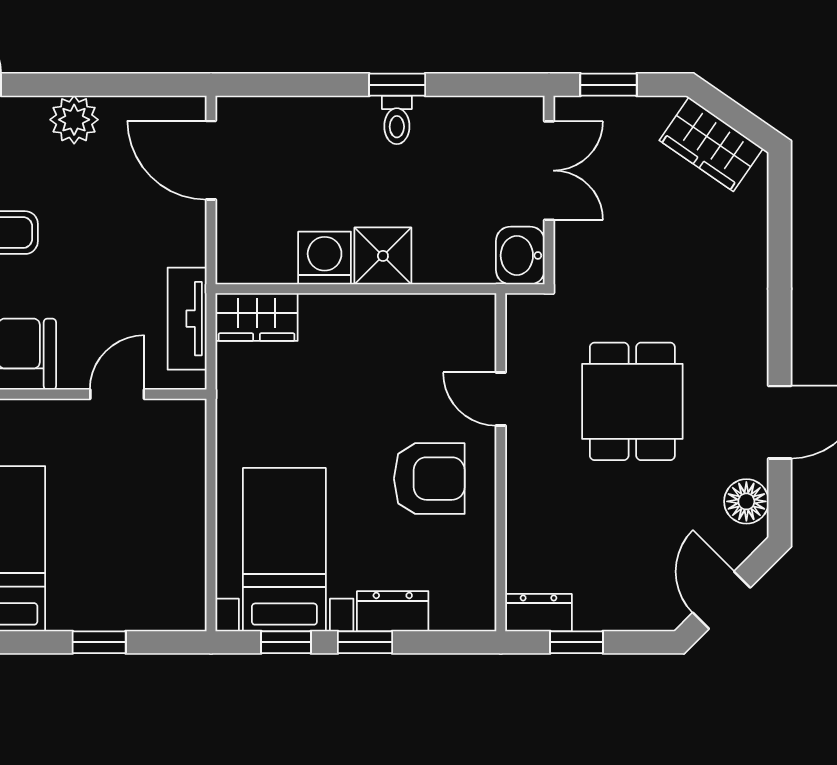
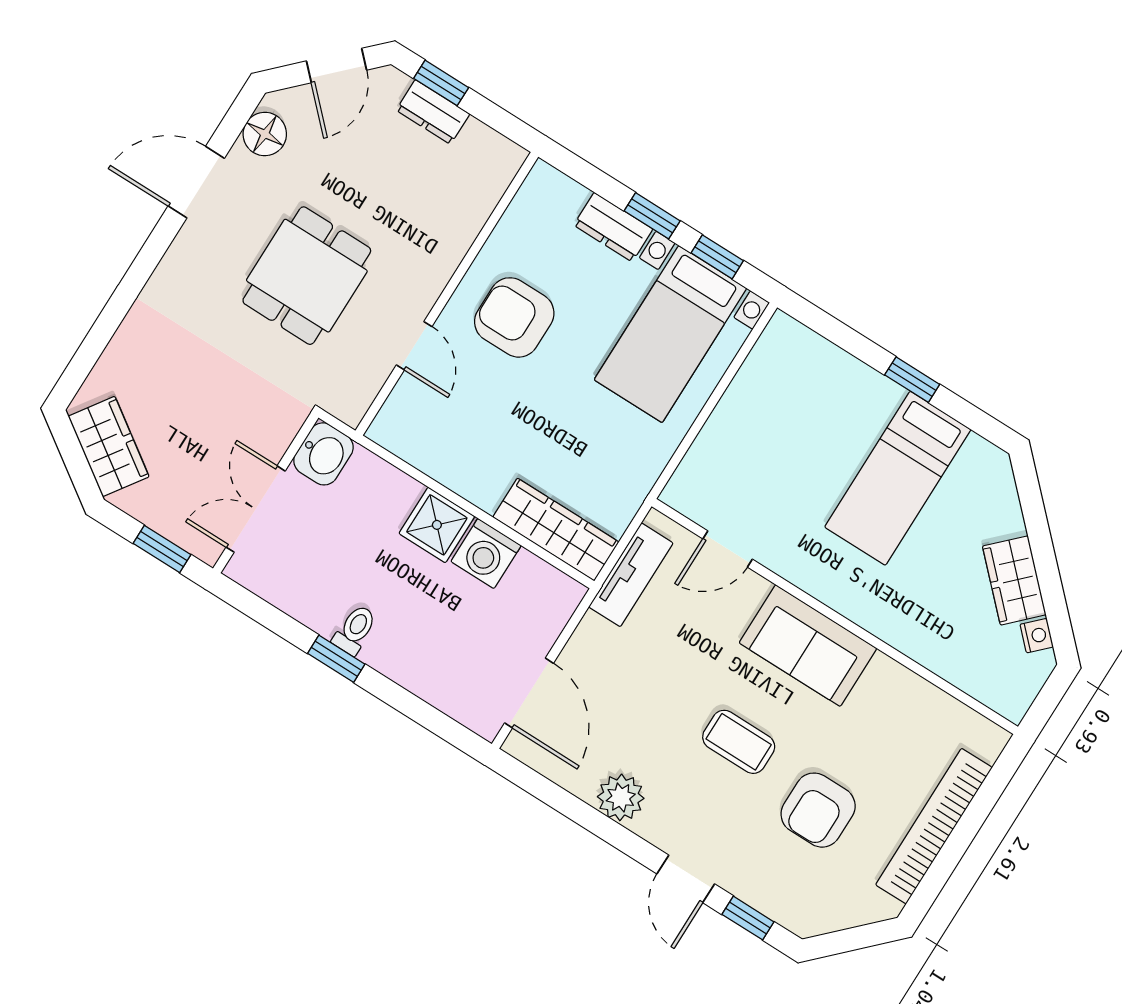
wardrobe: (257, 317) -> (556, 529), width x1.50
dresser: (538, 613) -> (433, 112), moved
window: (99, 642) -> (912, 380), moved
window: (576, 642) -> (441, 83), moved

